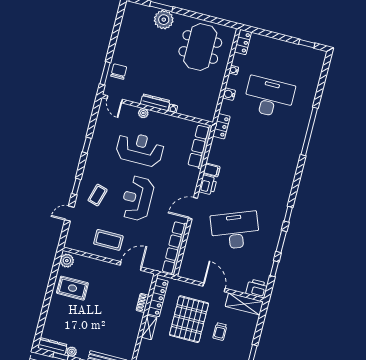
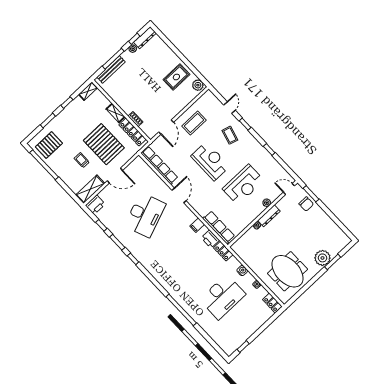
printer: (208, 185) -> (210, 239), moved

